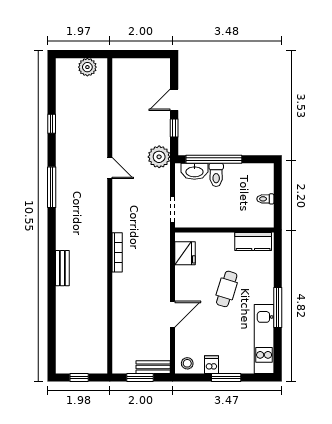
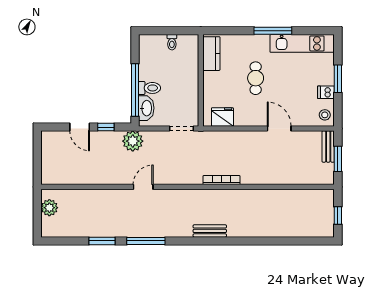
window: (52, 124) -> (102, 241), width x1.50
window: (52, 187) -> (146, 241), moved
bench: (62, 268) -> (210, 231), moved
cafe table: (227, 289) -> (256, 78), turned 73

